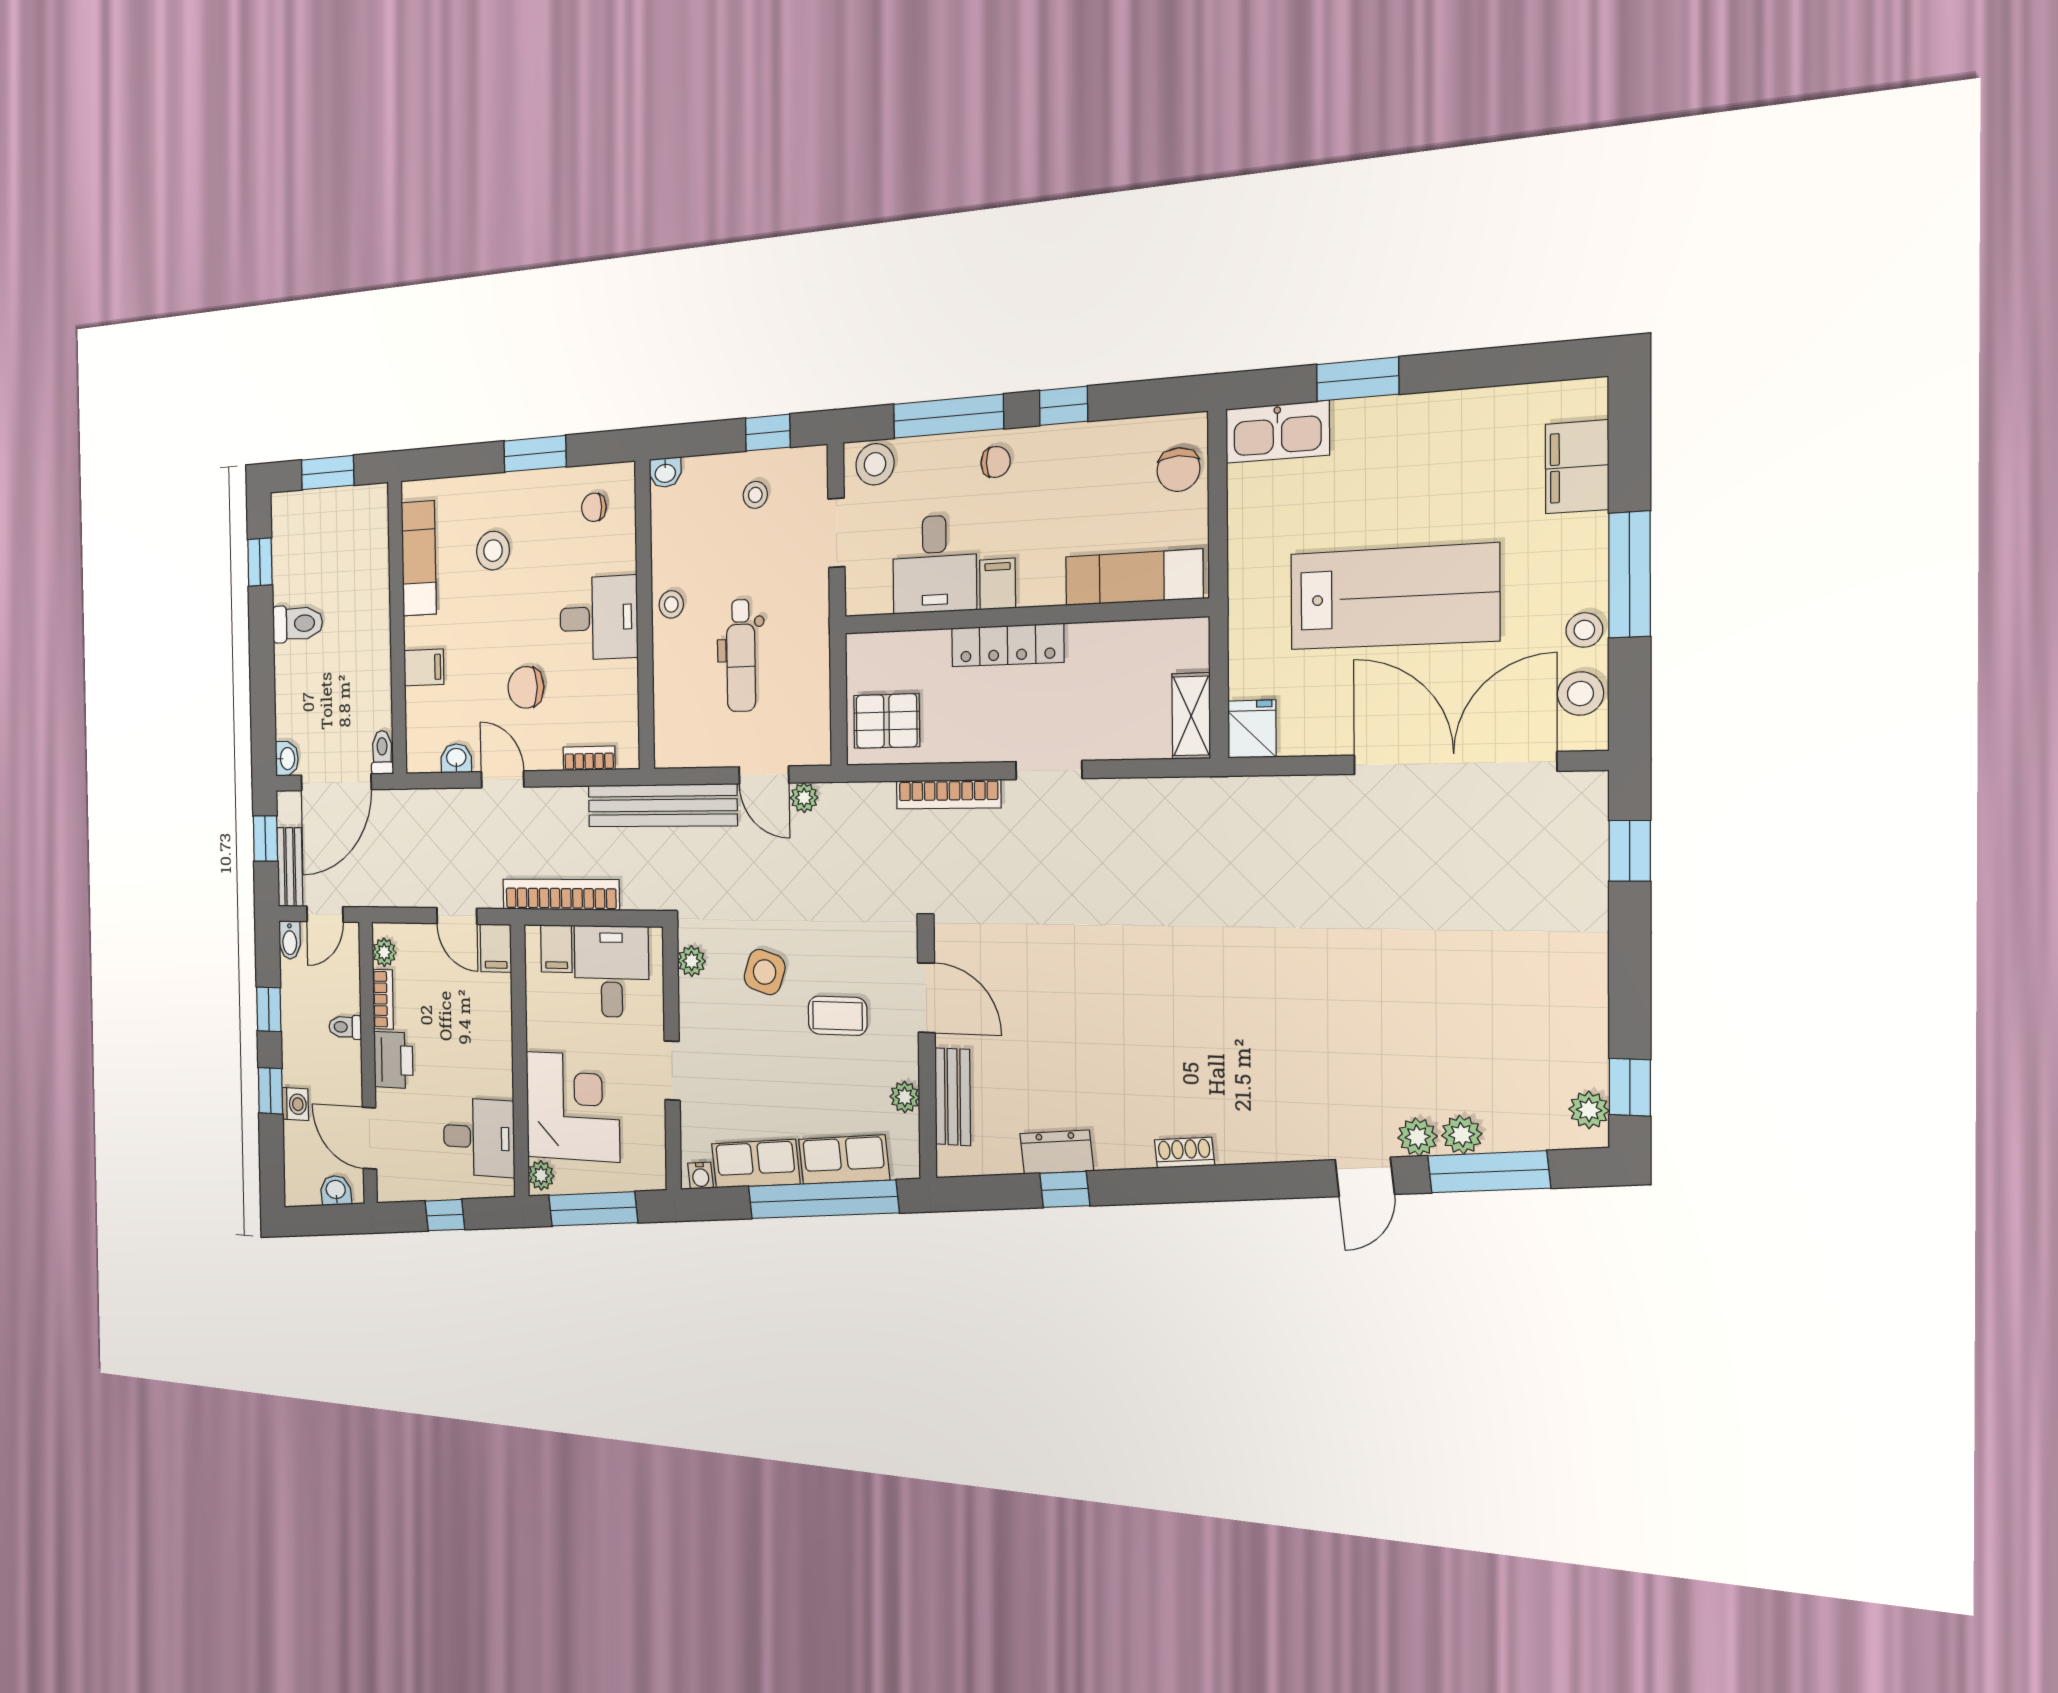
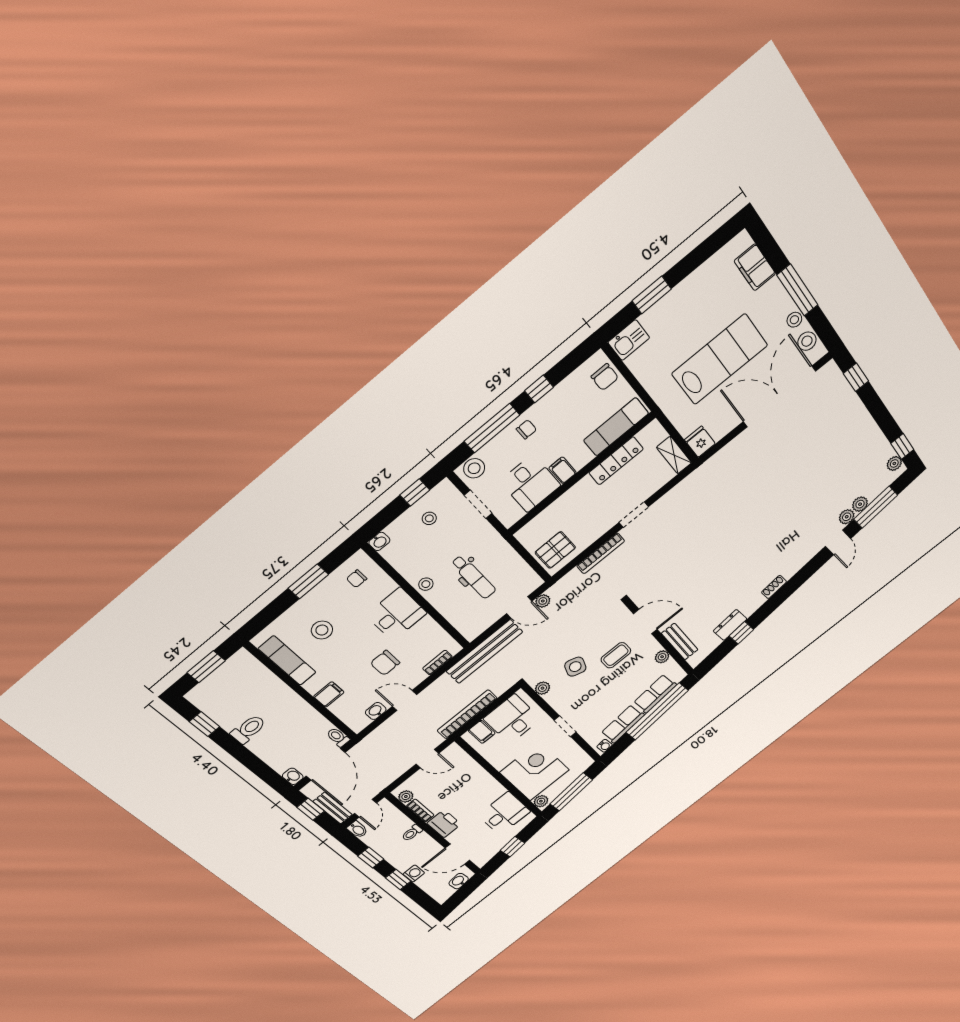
kitchen sink: (1277, 432) -> (629, 340), width x0.73
locker: (1007, 645) -> (616, 461), moved
filing cabinet: (496, 948) -> (455, 754), removed

